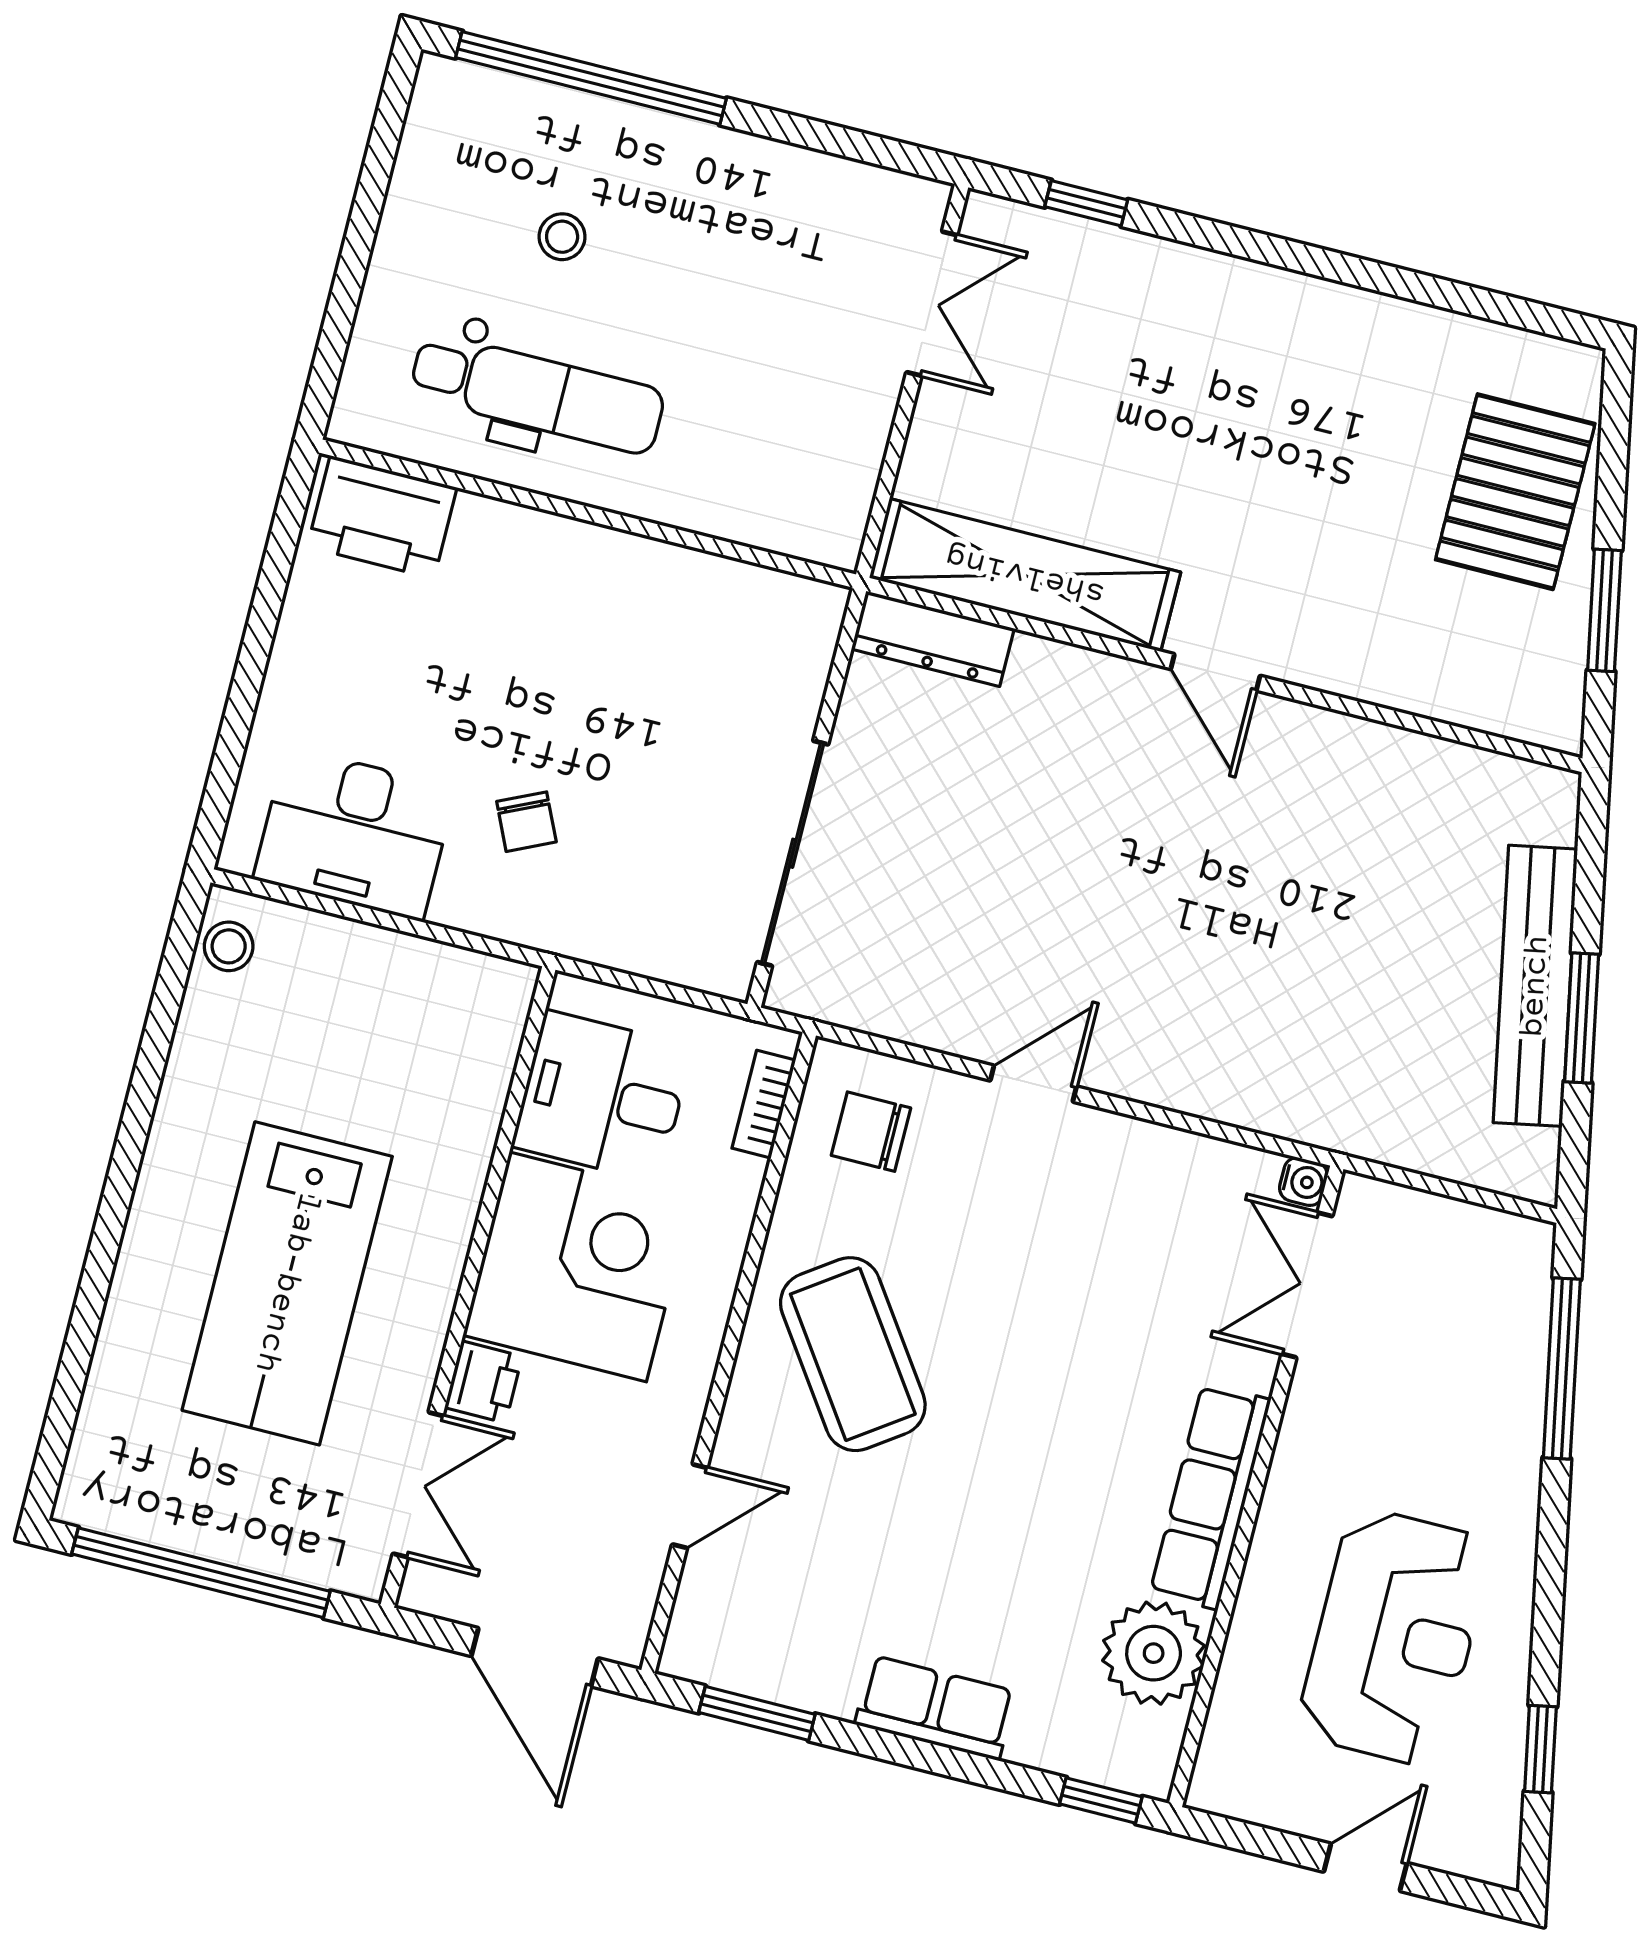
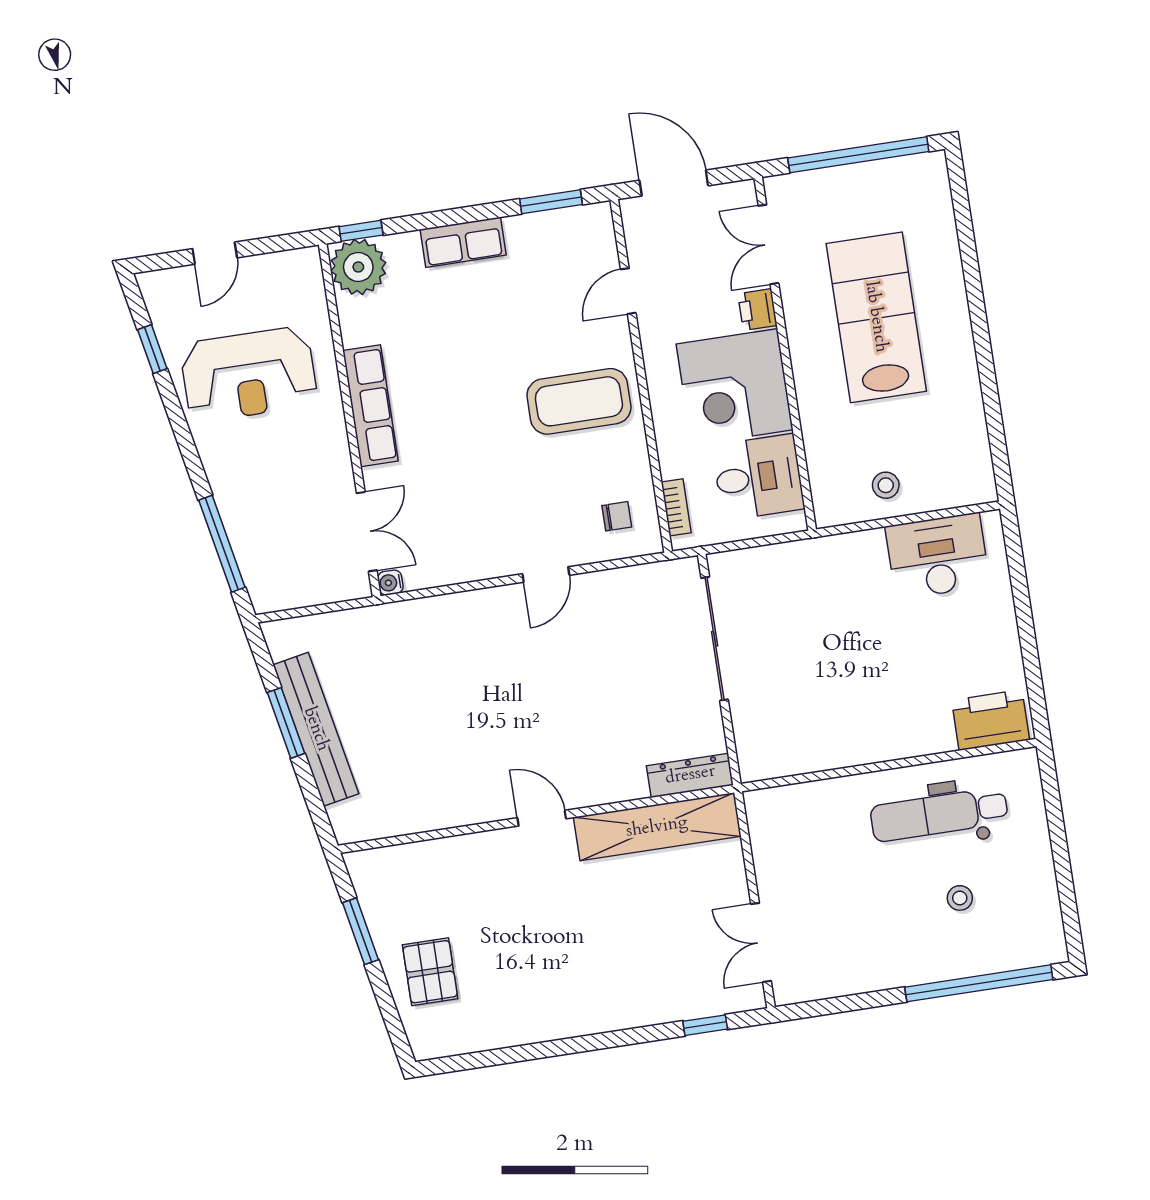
pallet: (1515, 492) -> (430, 972), width x0.67, depth x0.71
chair: (526, 822) -> (854, 598), removed
stool: (229, 946) -> (886, 485), moved
chair: (871, 1132) -> (617, 516), width x0.73, depth x0.73
coffee table: (853, 1354) -> (579, 401), turned -55
reception desk: (1394, 1637) -> (249, 374), turned -90
plant: (1154, 1653) -> (358, 267), moved

